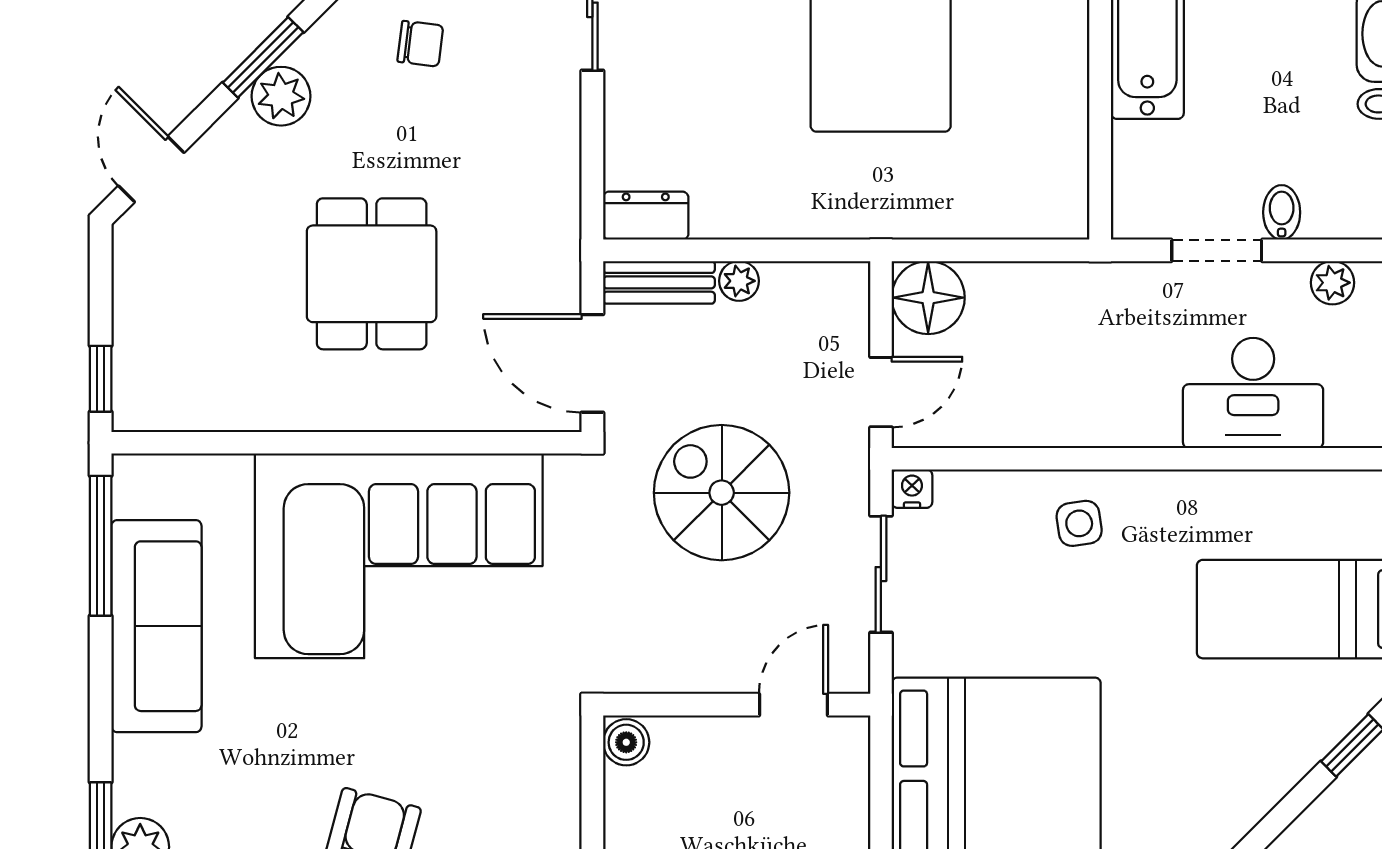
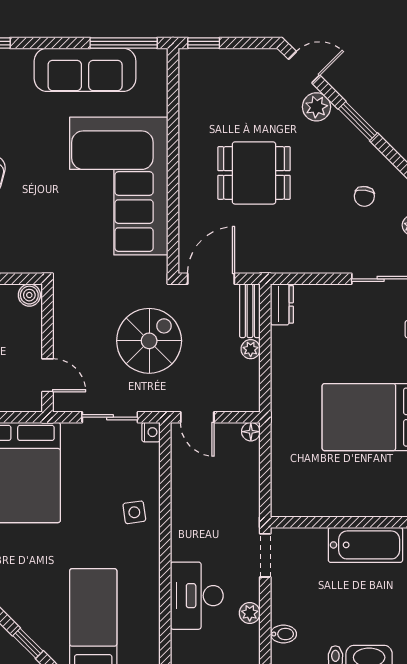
plant: (281, 96) -> (316, 107), moved
bidet: (1282, 212) -> (283, 634), moved
doorway: (1217, 250) -> (265, 555), moved
plant: (1333, 283) -> (250, 613), moved
floor lamp: (928, 298) -> (251, 432), width x0.53, depth x0.53

